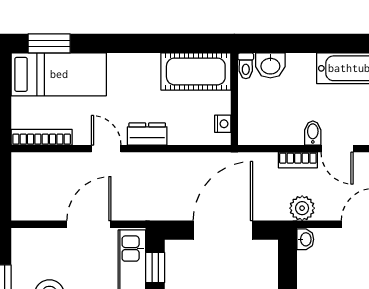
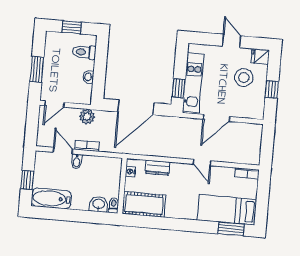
dresser: (147, 134) -> (158, 168), moved
bookcase: (42, 137) -> (247, 173), width x0.64
washbasin: (305, 239) -> (88, 77), moved

